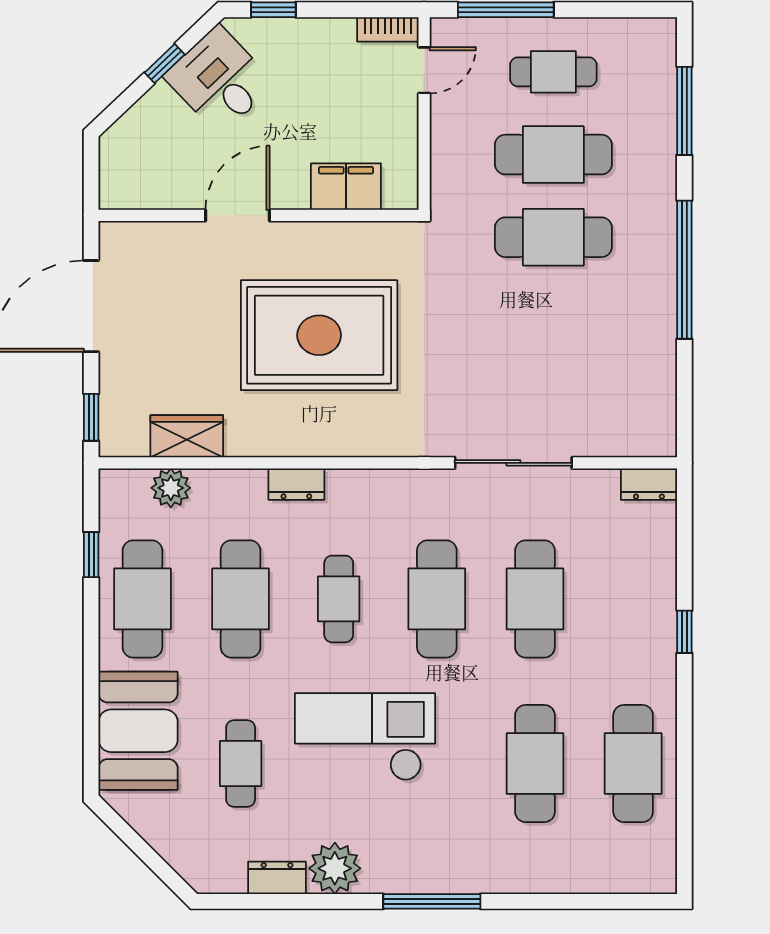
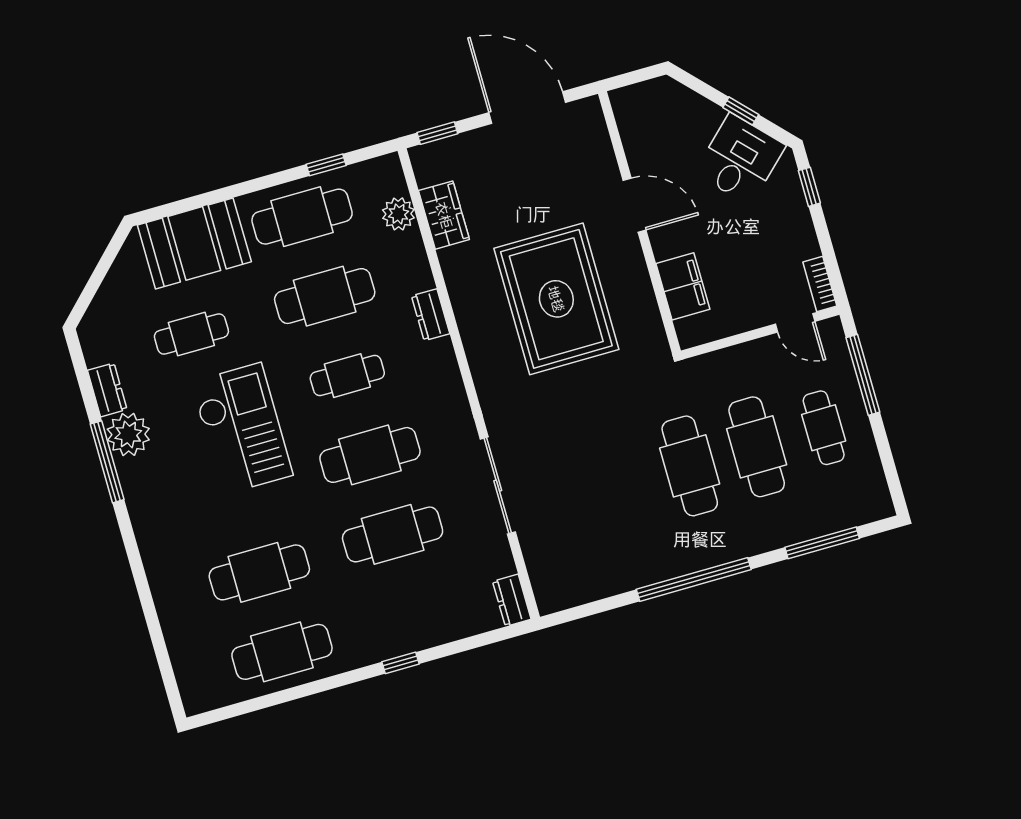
window: (432, 901) -> (107, 462), moved

